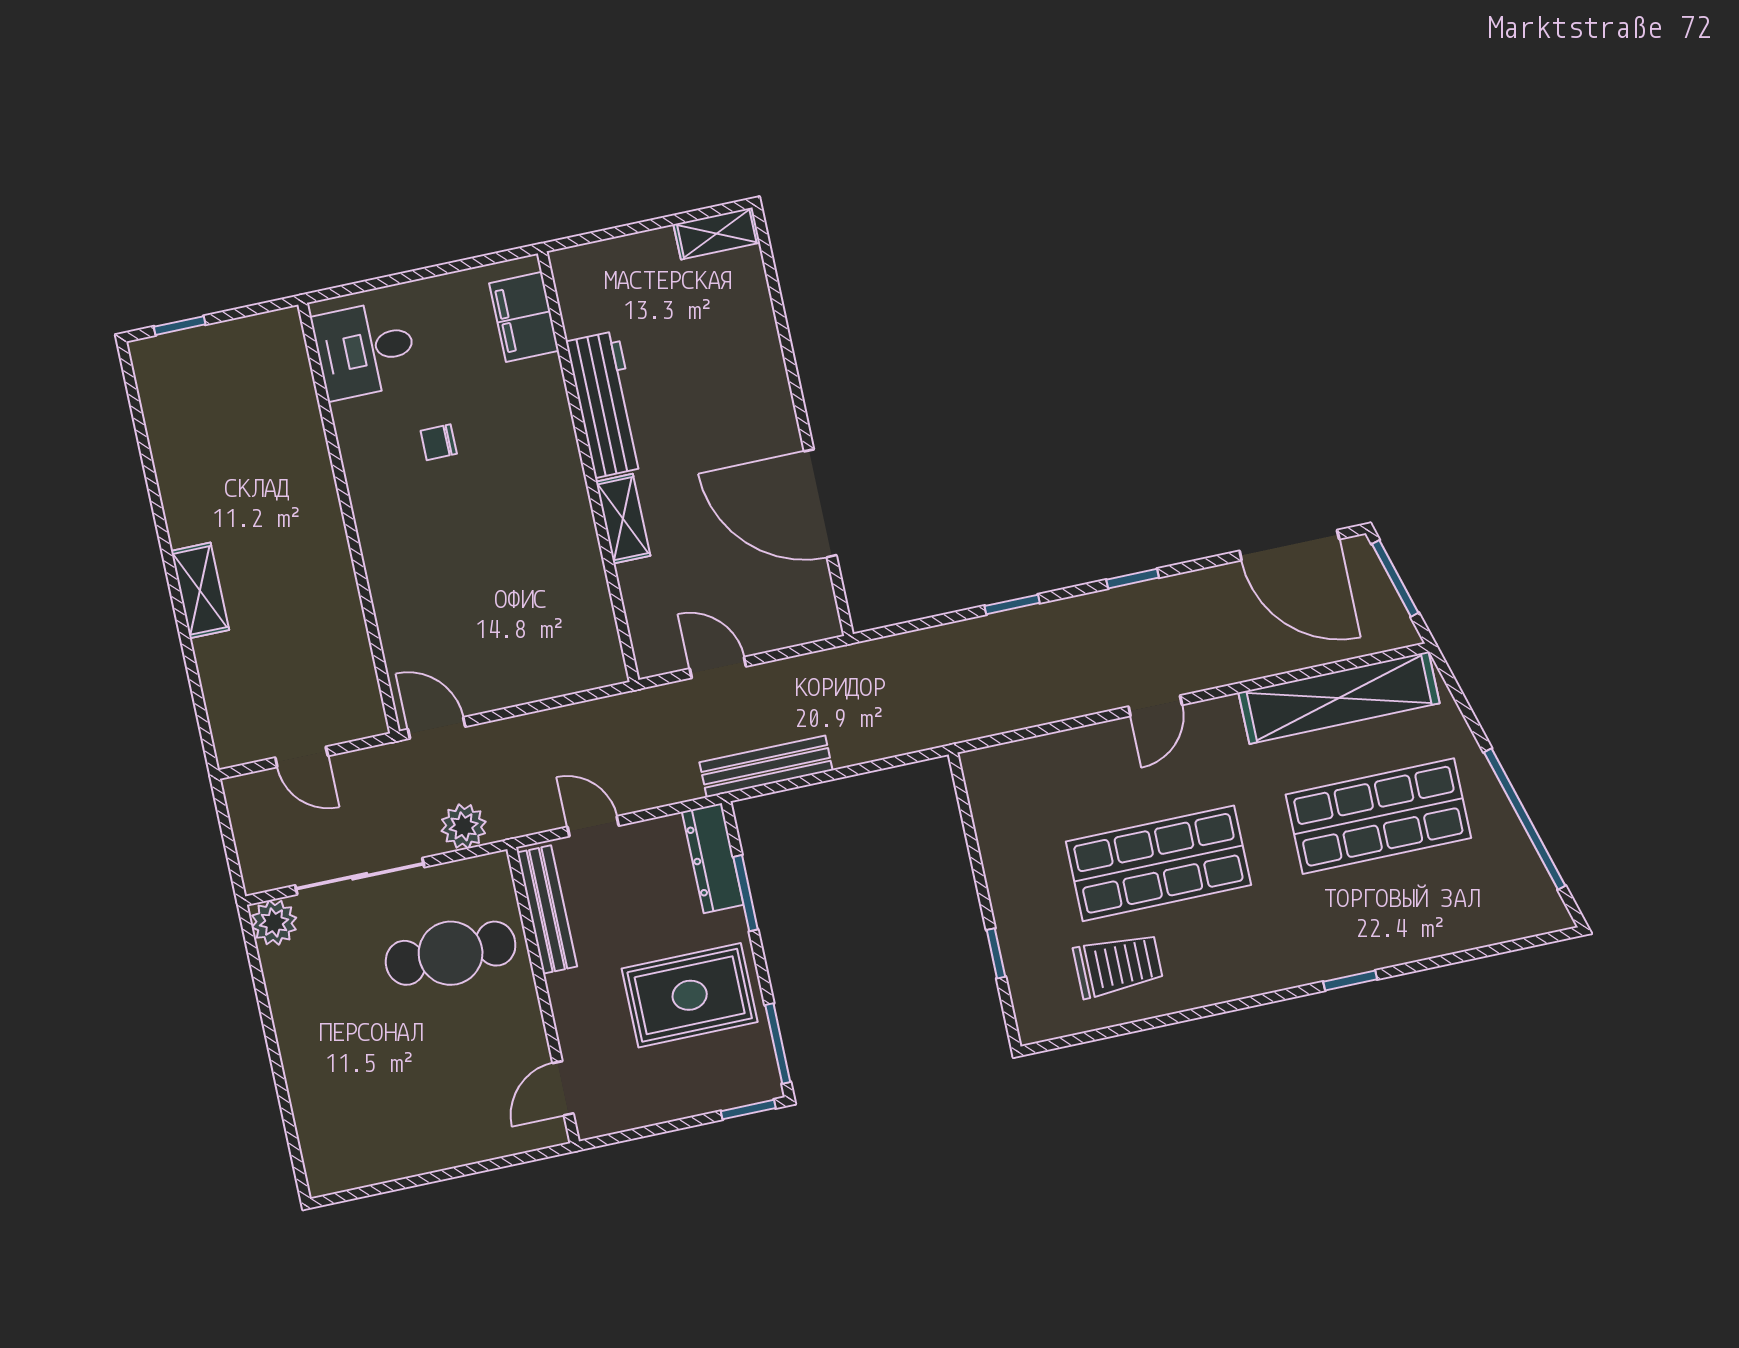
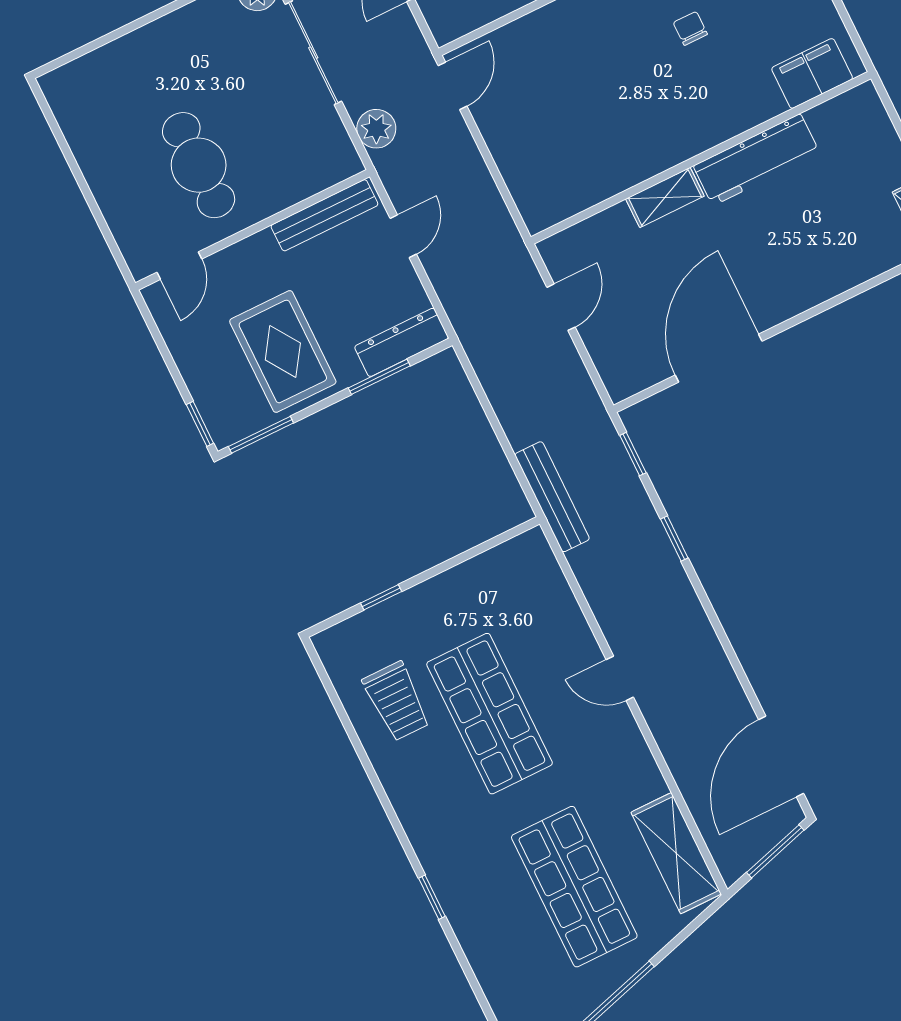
window: (1133, 579) -> (633, 454), moved
shelving: (1339, 698) -> (676, 853), width x0.68
bench: (766, 766) -> (552, 497), moved
cafe table: (451, 953) -> (199, 165), moved
door: (563, 1088) -> (179, 266), swing flipped

